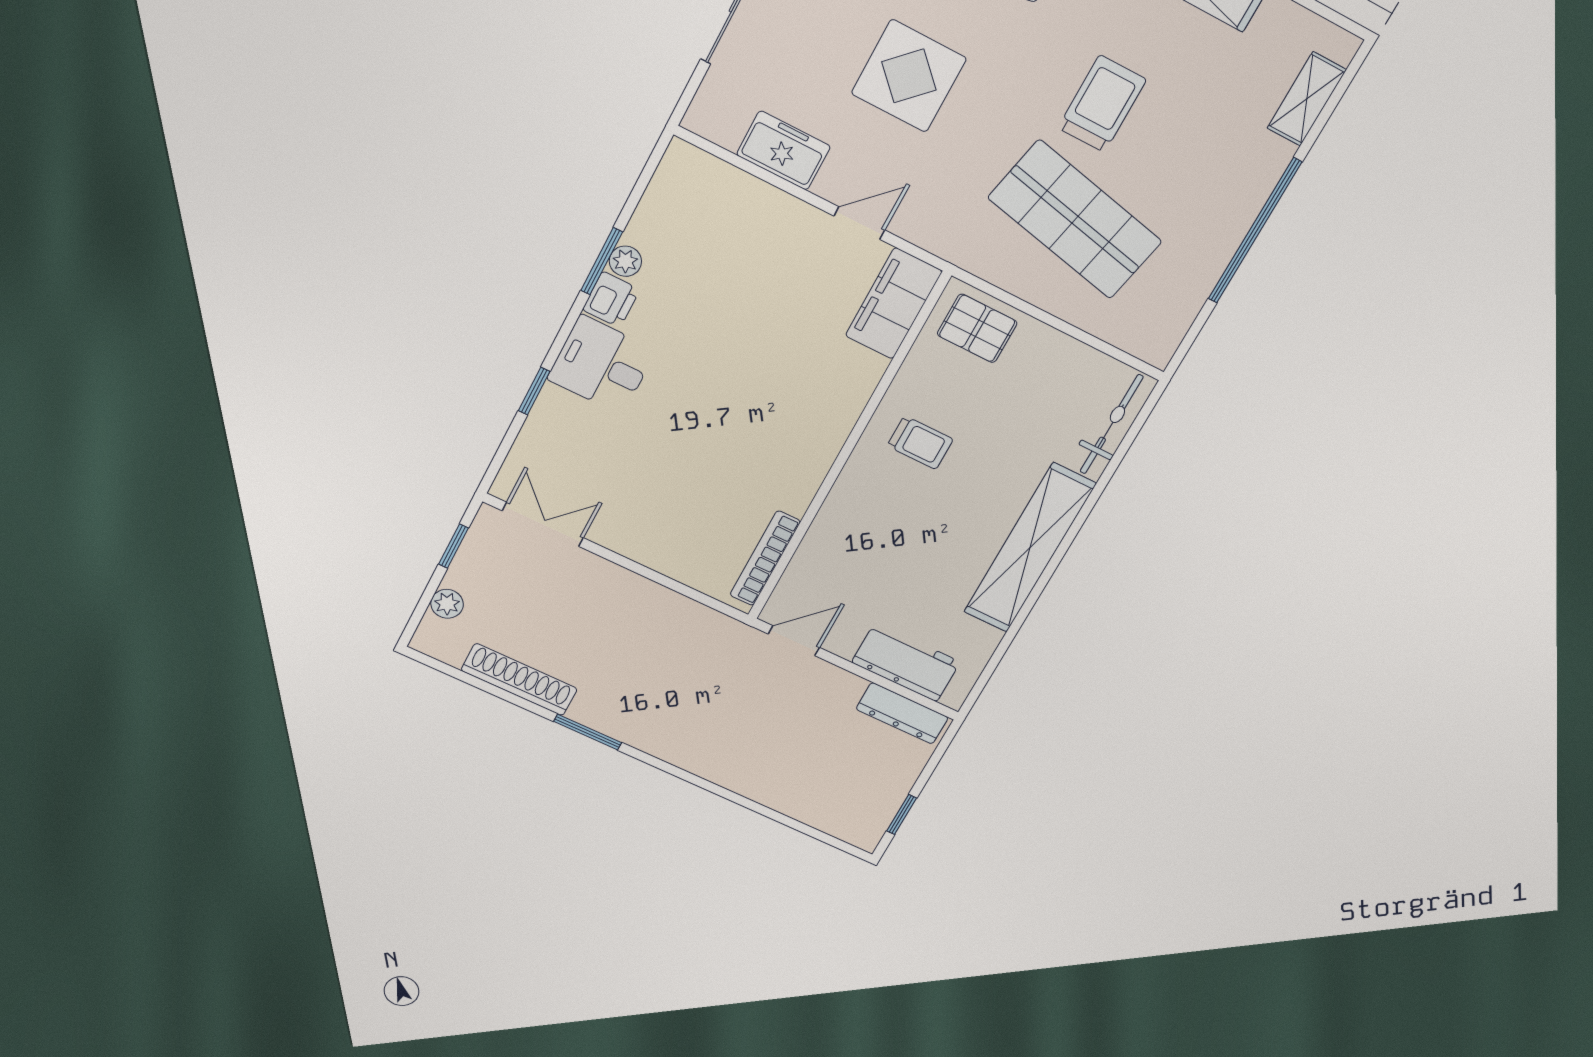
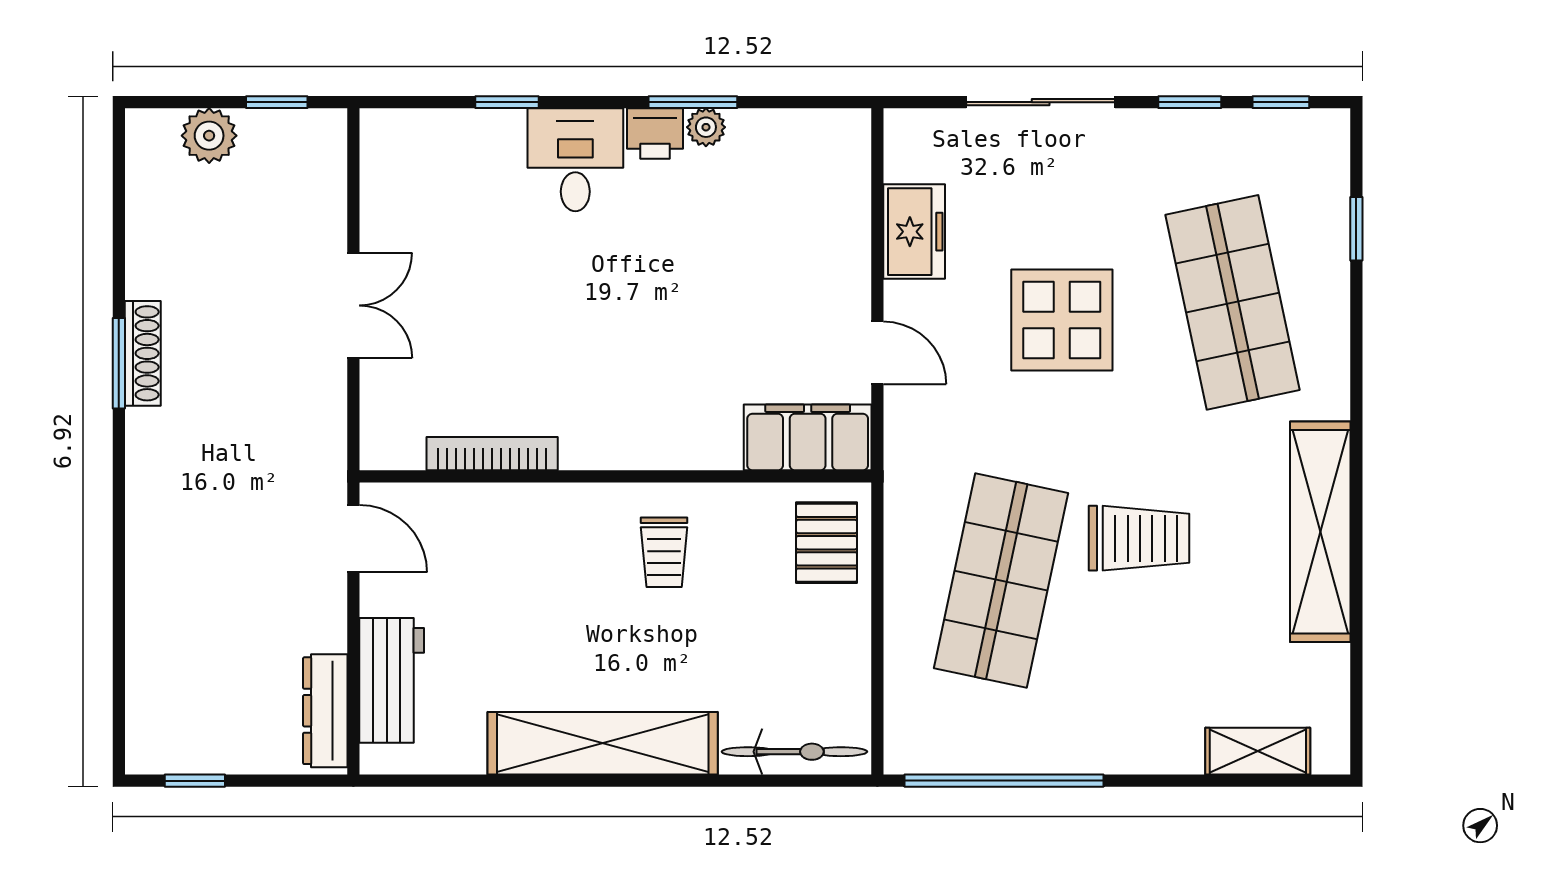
window: (1255, 231) -> (1004, 781), moved
double door: (543, 524) -> (353, 305), moved
bookcase: (765, 558) -> (492, 454), moved
plant: (447, 604) -> (209, 136), width x1.38, depth x1.38
shoe rack: (519, 680) -> (143, 353), moved, width x0.74, depth x0.81

